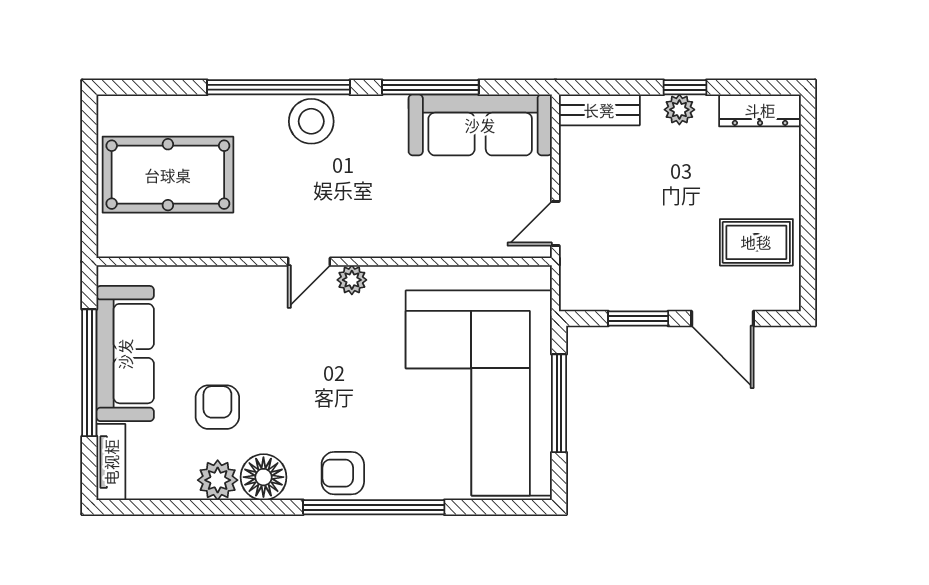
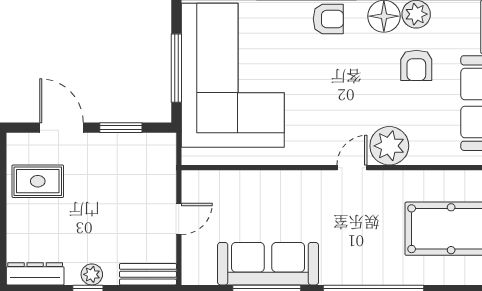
stool: (311, 121) -> (350, 266), removed
sofa: (480, 125) -> (268, 264), moved
door: (555, 223) -> (179, 219), moved
plant: (352, 280) -> (389, 146), moved, width x1.87, depth x1.87

